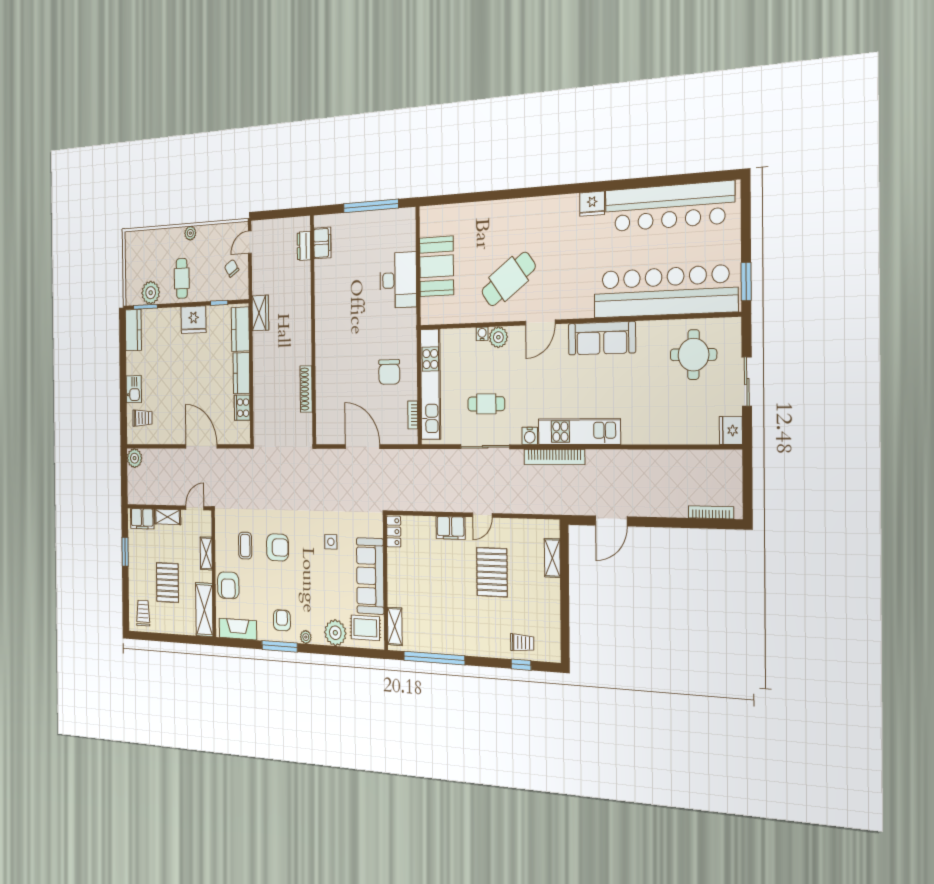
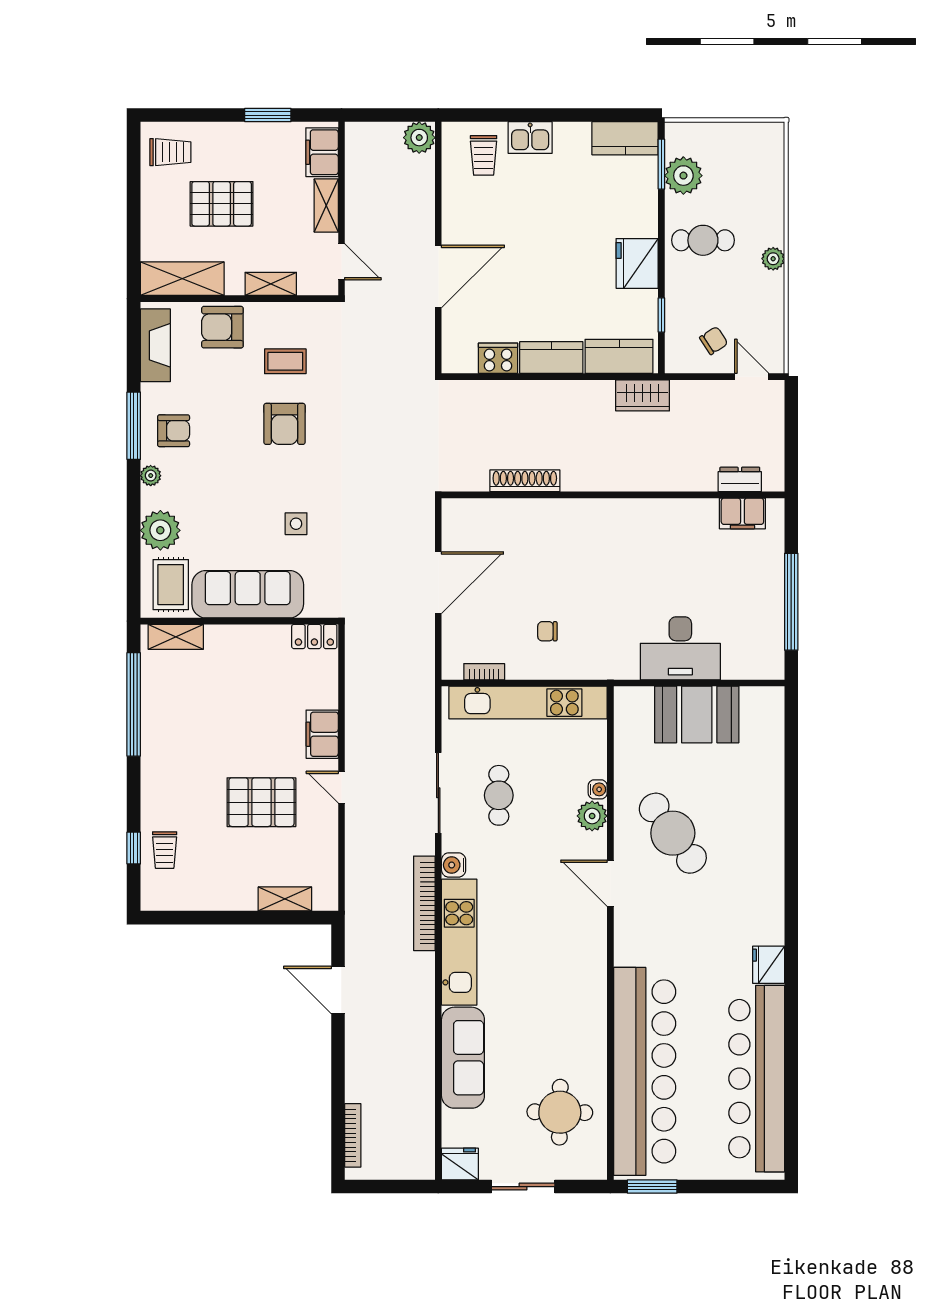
sofa: (602, 338) -> (463, 1058), moved, turned 180
chair: (389, 372) -> (547, 631), width x0.54, depth x0.54

